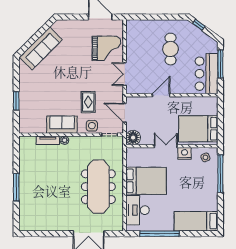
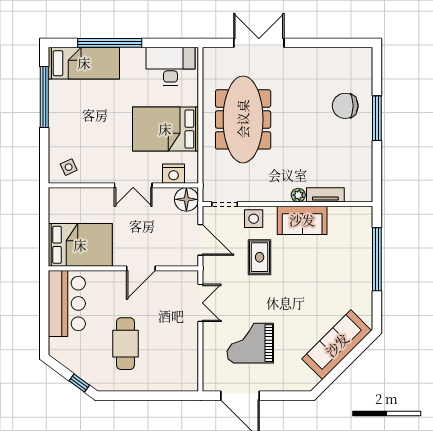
grand piano: (106, 48) -> (250, 343), moved
window: (220, 64) -> (44, 319), removed
window: (16, 101) -> (377, 259), width x2.11
bed: (198, 129) -> (80, 245), moved
nightstand: (184, 153) -> (174, 174), moved
window: (220, 174) -> (44, 97), moved
chair: (36, 195) -> (345, 106), added
desk: (137, 210) -> (170, 66), moved, turned -90
window: (160, 234) -> (110, 43), moved

